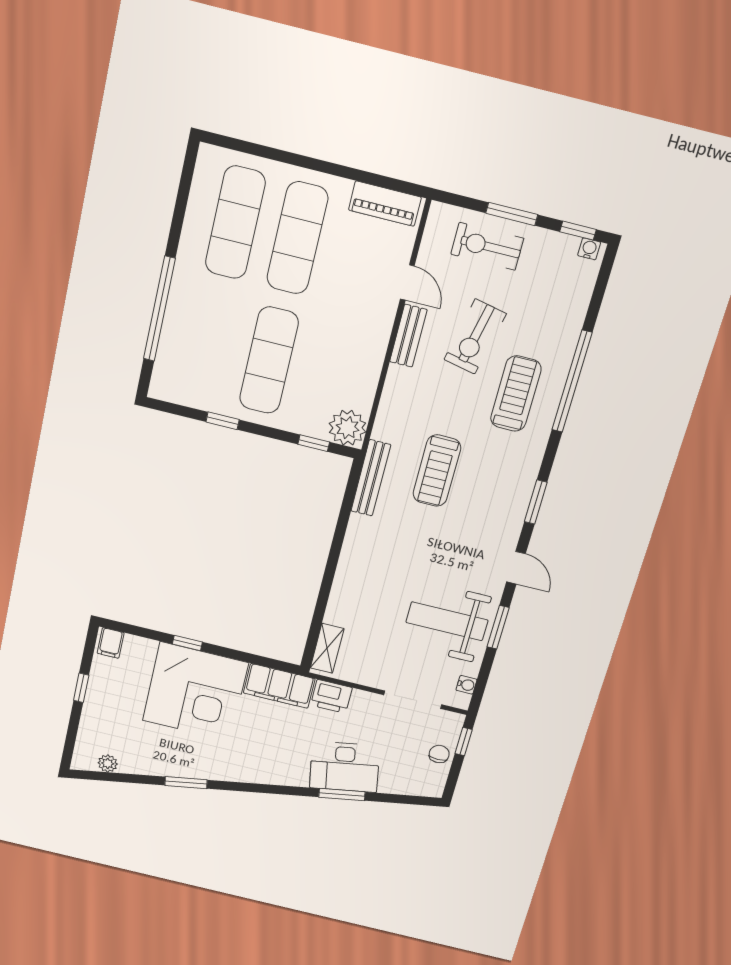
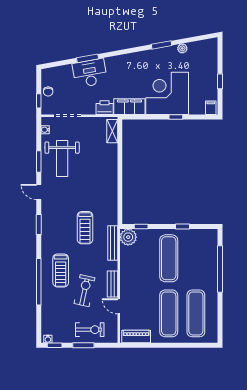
treadmill: (437, 471) -> (85, 228), turned 180
bench: (371, 478) -> (113, 243), moved
weight bench: (447, 621) -> (62, 158), turned 90
plant: (108, 763) -> (182, 48), moved

